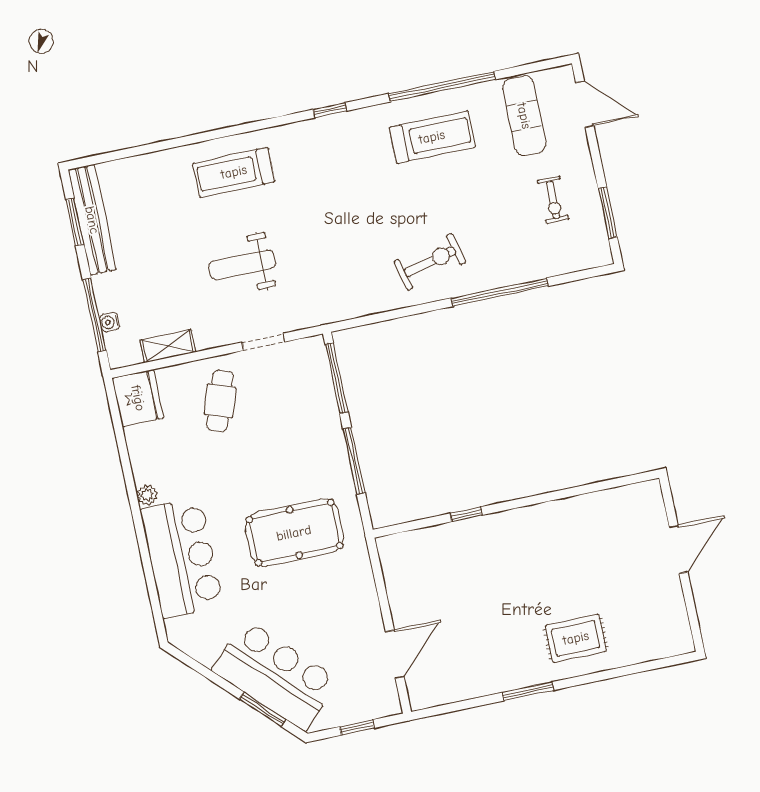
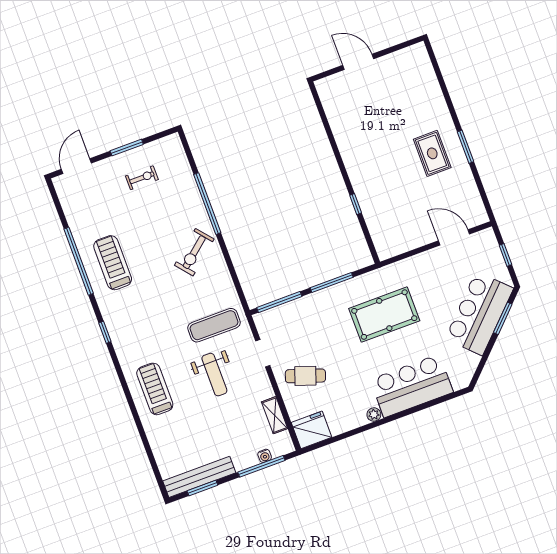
exercise mat: (524, 116) -> (214, 325), moved
treadmill: (234, 172) -> (155, 389), turned 180
window: (608, 213) -> (127, 148), moved
exercise bike: (430, 262) -> (194, 252), turned -116
pool table: (294, 533) -> (384, 315), turned 90
rug: (576, 638) -> (432, 153), moved

